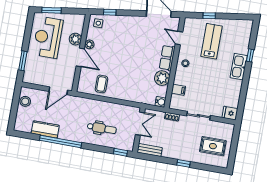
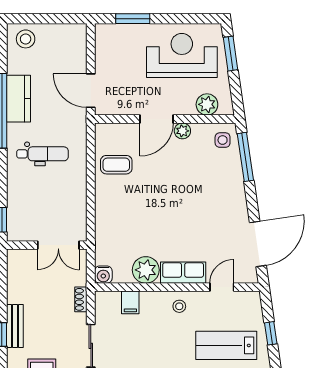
window: (110, 12) -> (245, 157), width x2.17
plant: (75, 39) -> (207, 104), moved
lab bench: (211, 41) -> (226, 345), turned 180
stool: (25, 101) -> (26, 39), moved
dental chair: (102, 128) -> (42, 154), moved, turned -90
kitchen counter: (45, 129) -> (18, 99), moved
bench: (150, 150) -> (15, 326), moved

